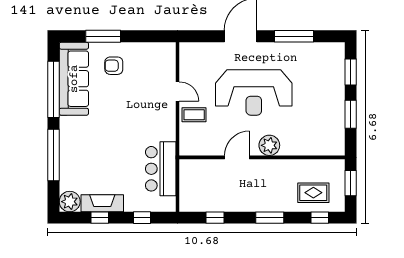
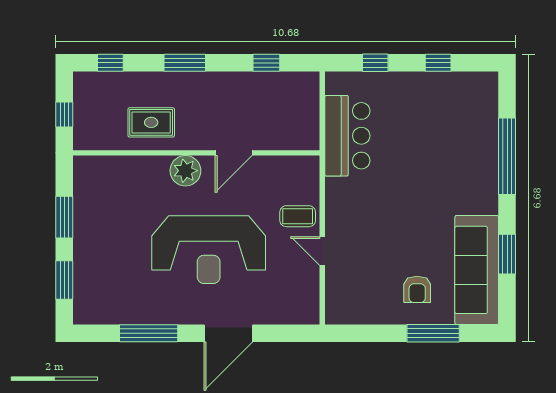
armchair: (114, 66) -> (417, 289), turned 90
window: (54, 89) -> (507, 254), width x0.47
reception desk: (254, 92) -> (209, 250), turned 180
window: (351, 183) -> (64, 114), width x0.67
rug: (313, 193) -> (151, 122), moved
plant: (70, 202) -> (483, 87), removed
fireplace: (102, 203) -> (434, 84), removed

